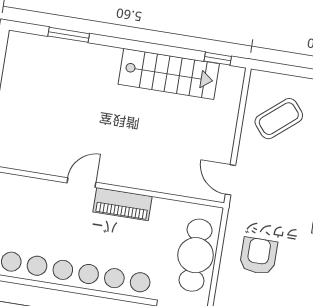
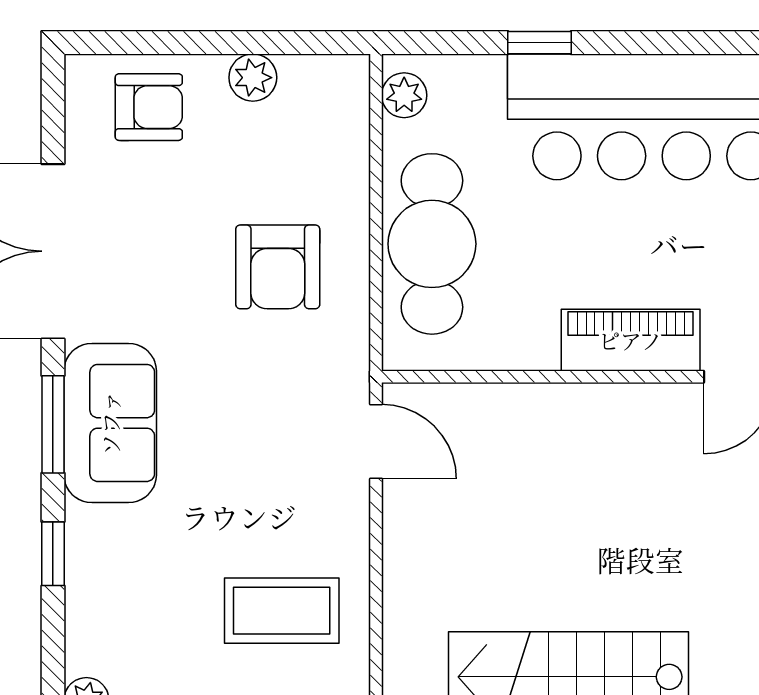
coffee table: (279, 119) -> (282, 611), turned 40

